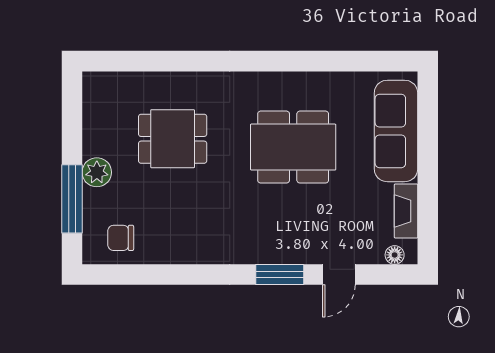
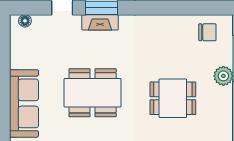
fireplace: (406, 211) -> (100, 22), moved, turned 90

